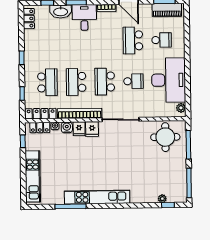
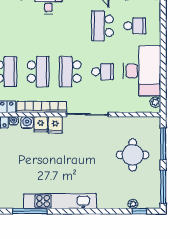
school desk: (76, 82) -> (38, 72), turned 180
round table: (165, 137) -> (133, 155), moved

